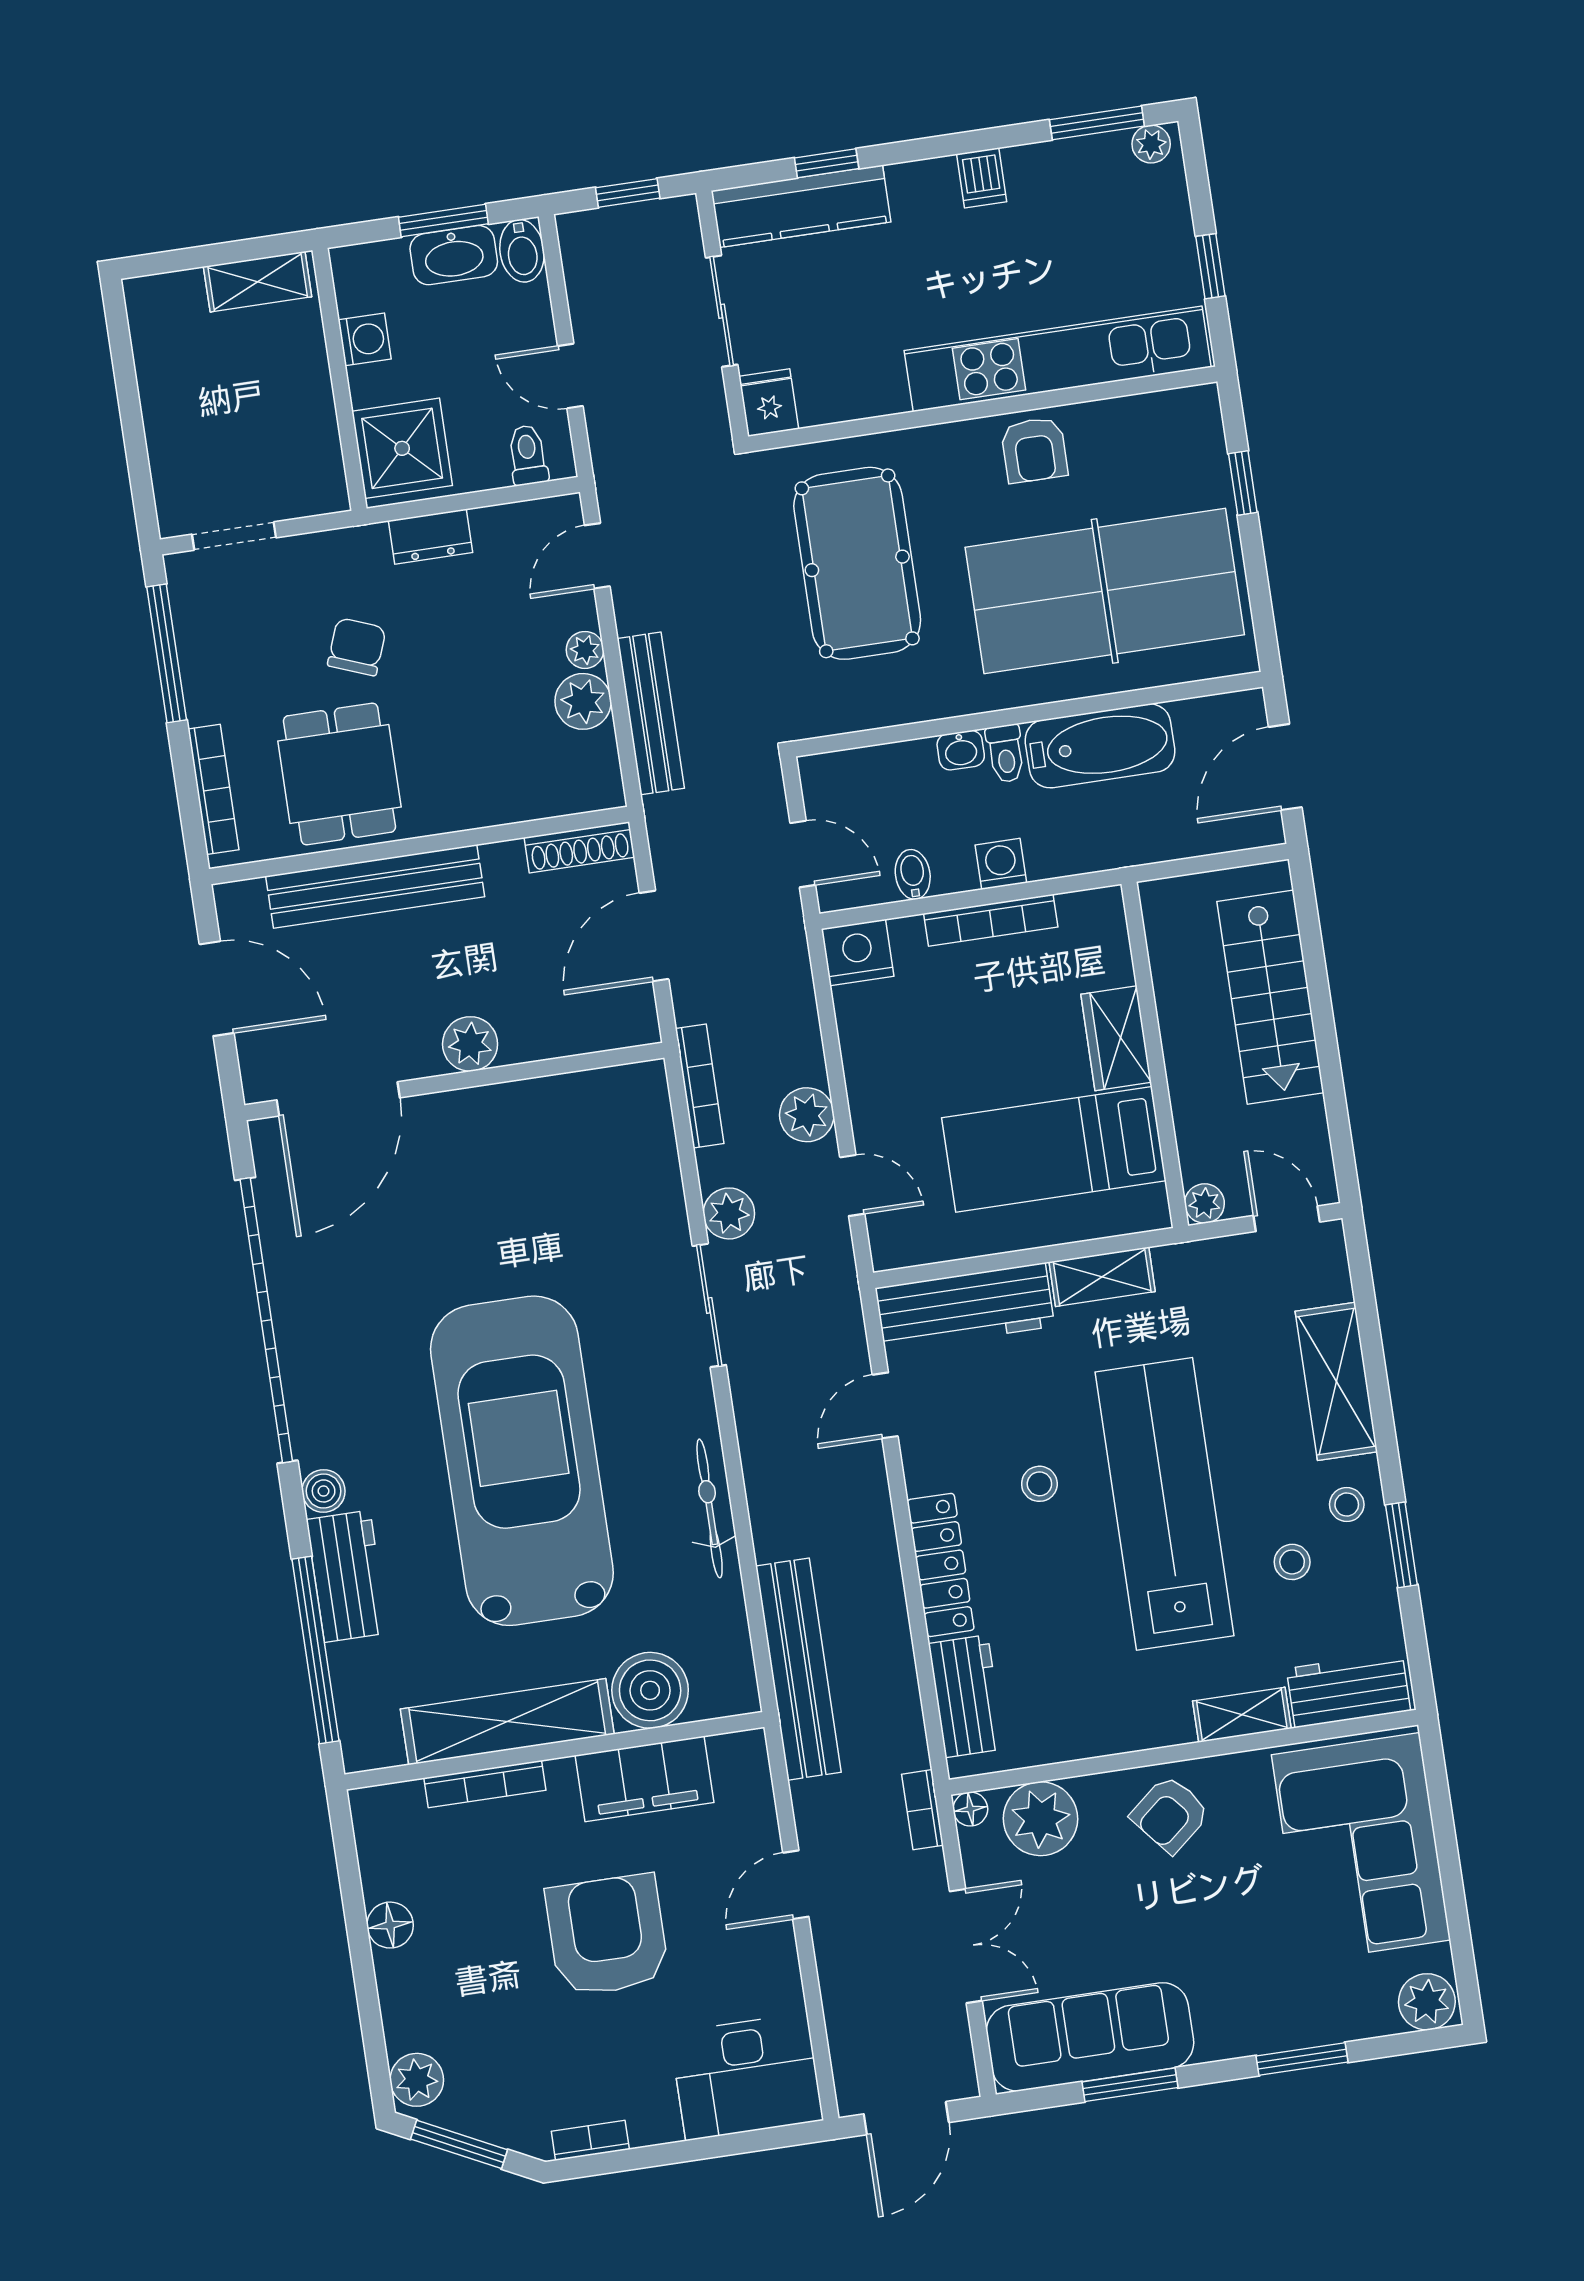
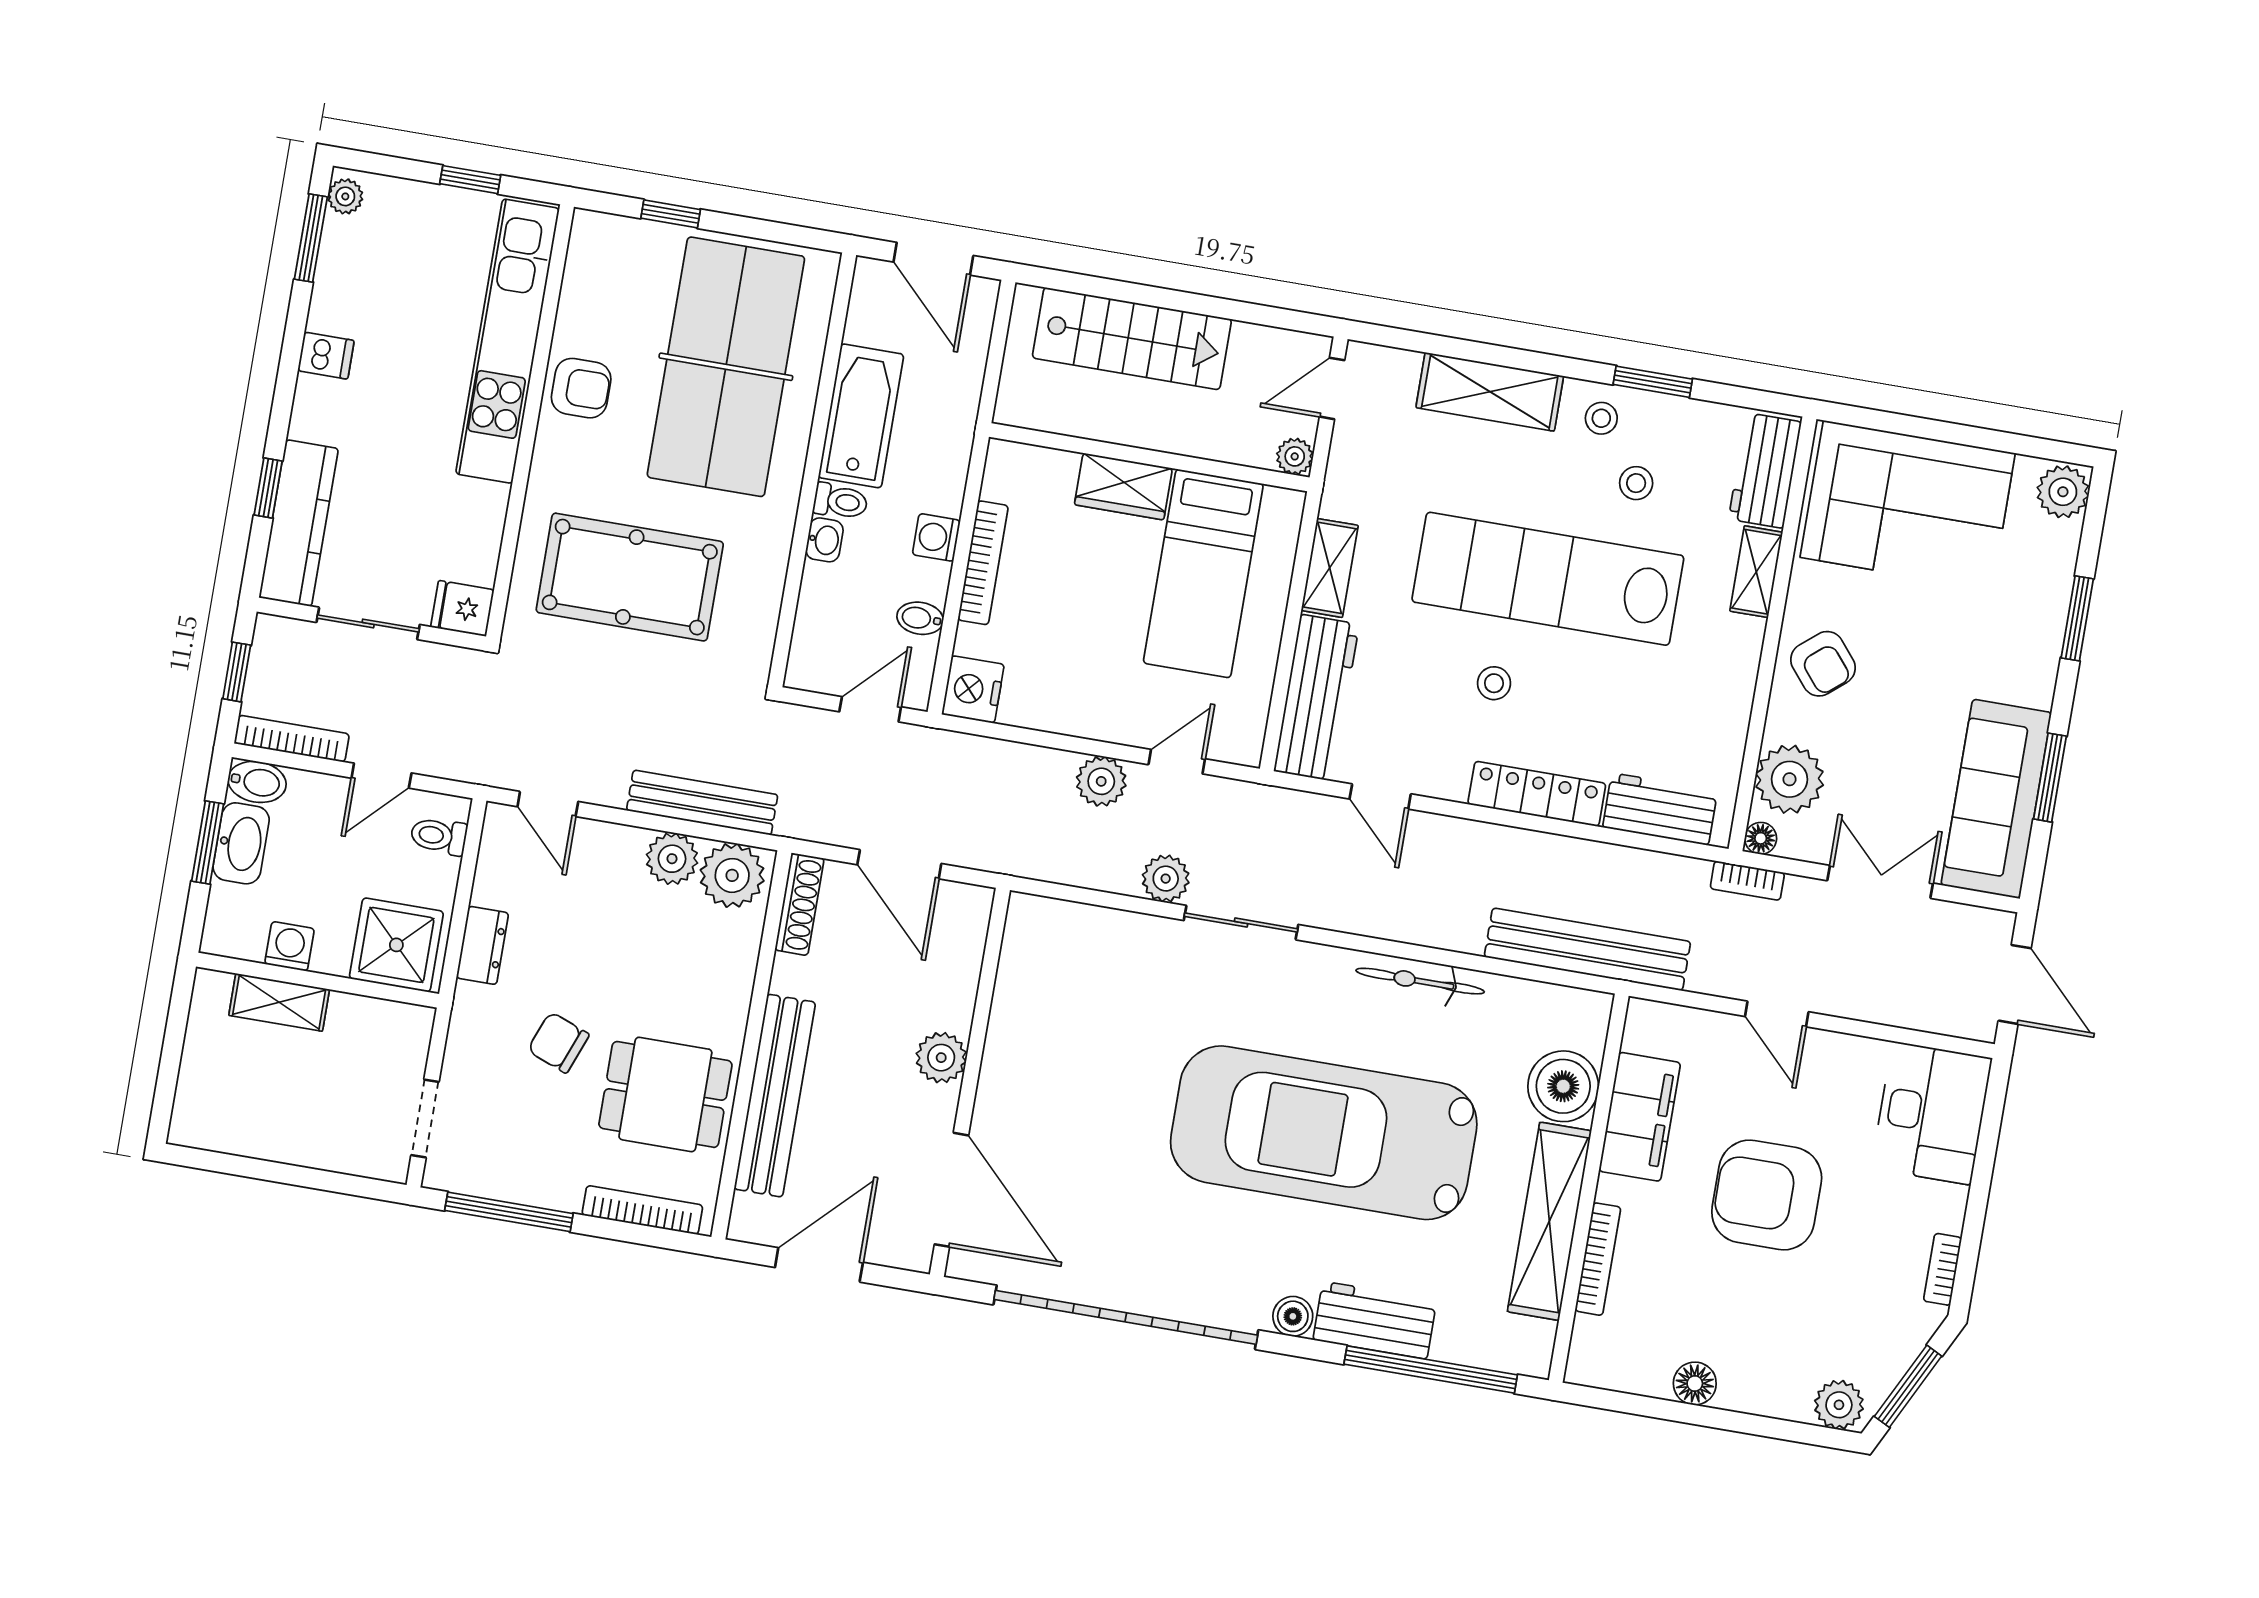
shelving: (258, 282) -> (279, 1002), moved, turned 90
plant: (585, 650) -> (732, 875), moved, width x1.87, depth x1.87
bookcase: (700, 1086) -> (292, 739), moved

